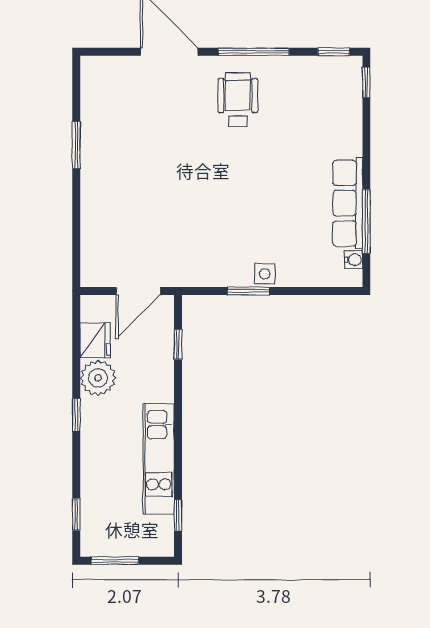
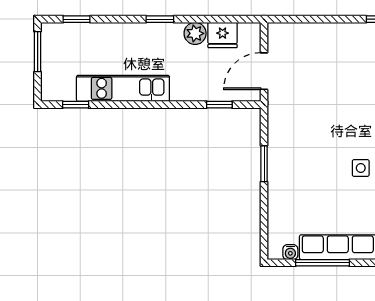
side table: (265, 274) -> (361, 168), moved
door: (138, 291) -> (264, 71), hinge flipped
plant: (98, 378) -> (195, 33), width x0.73, depth x0.73

